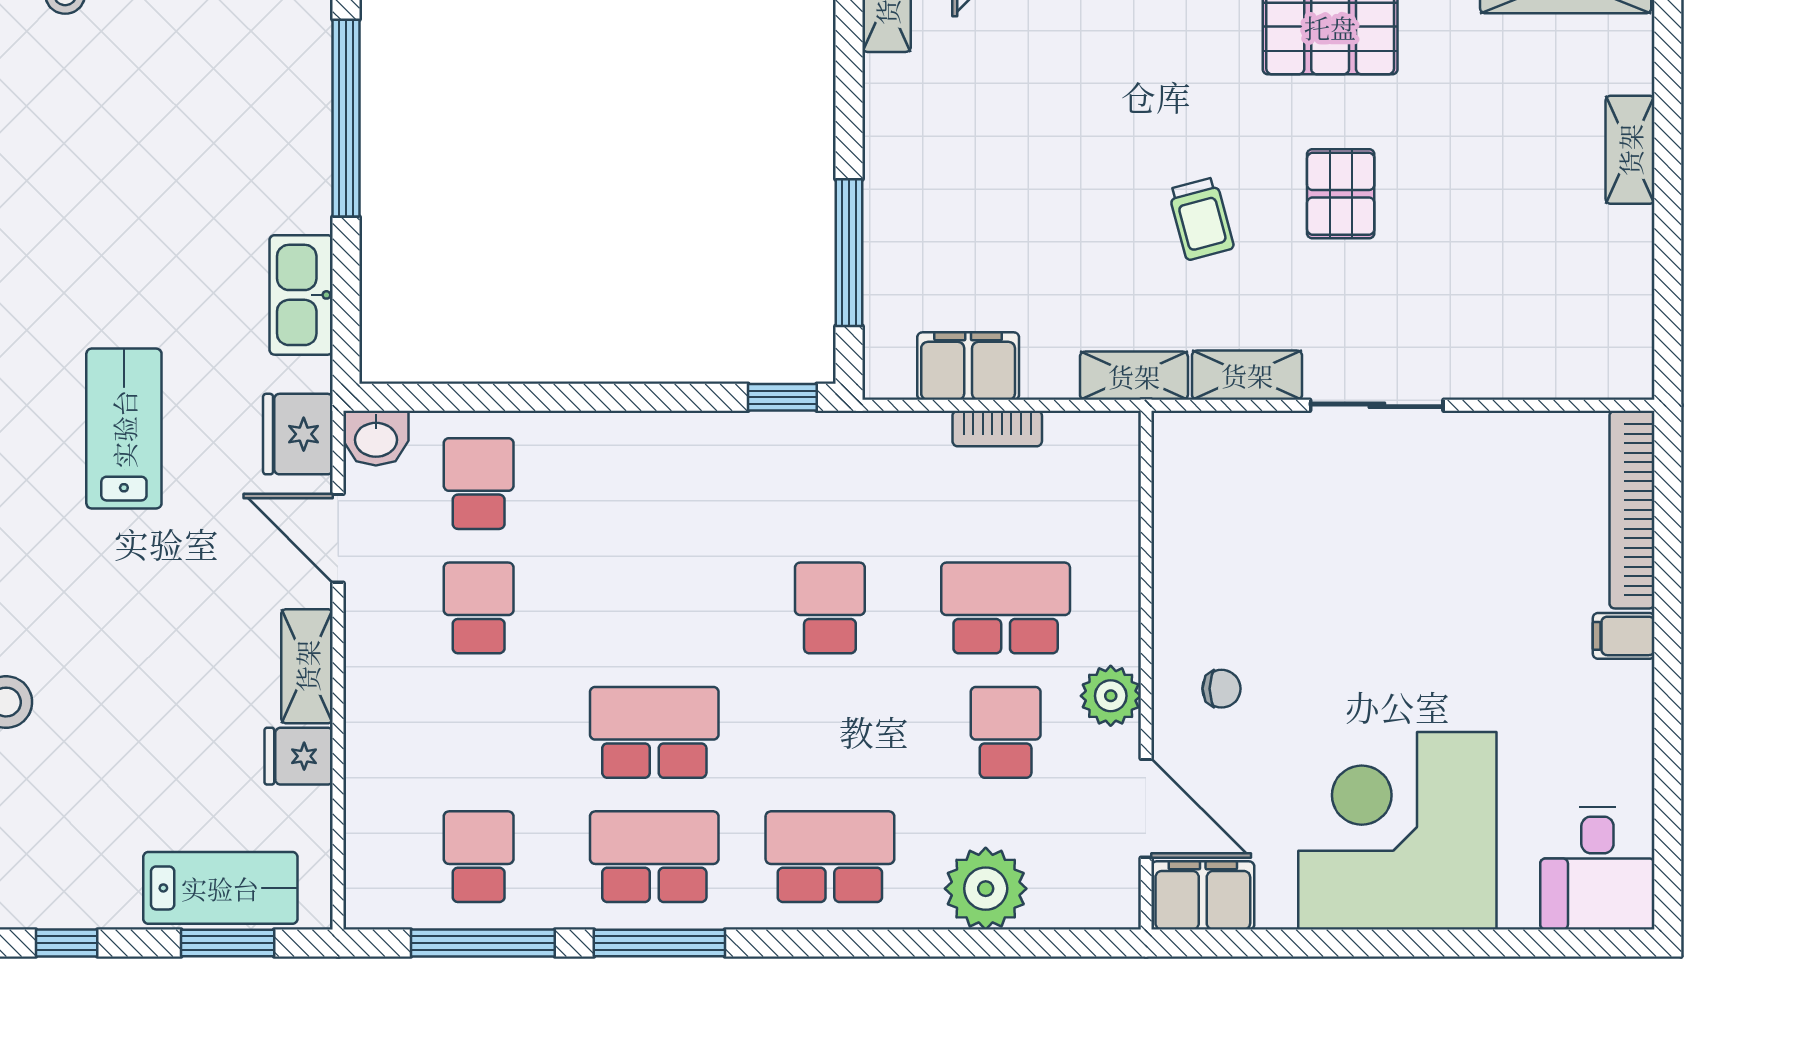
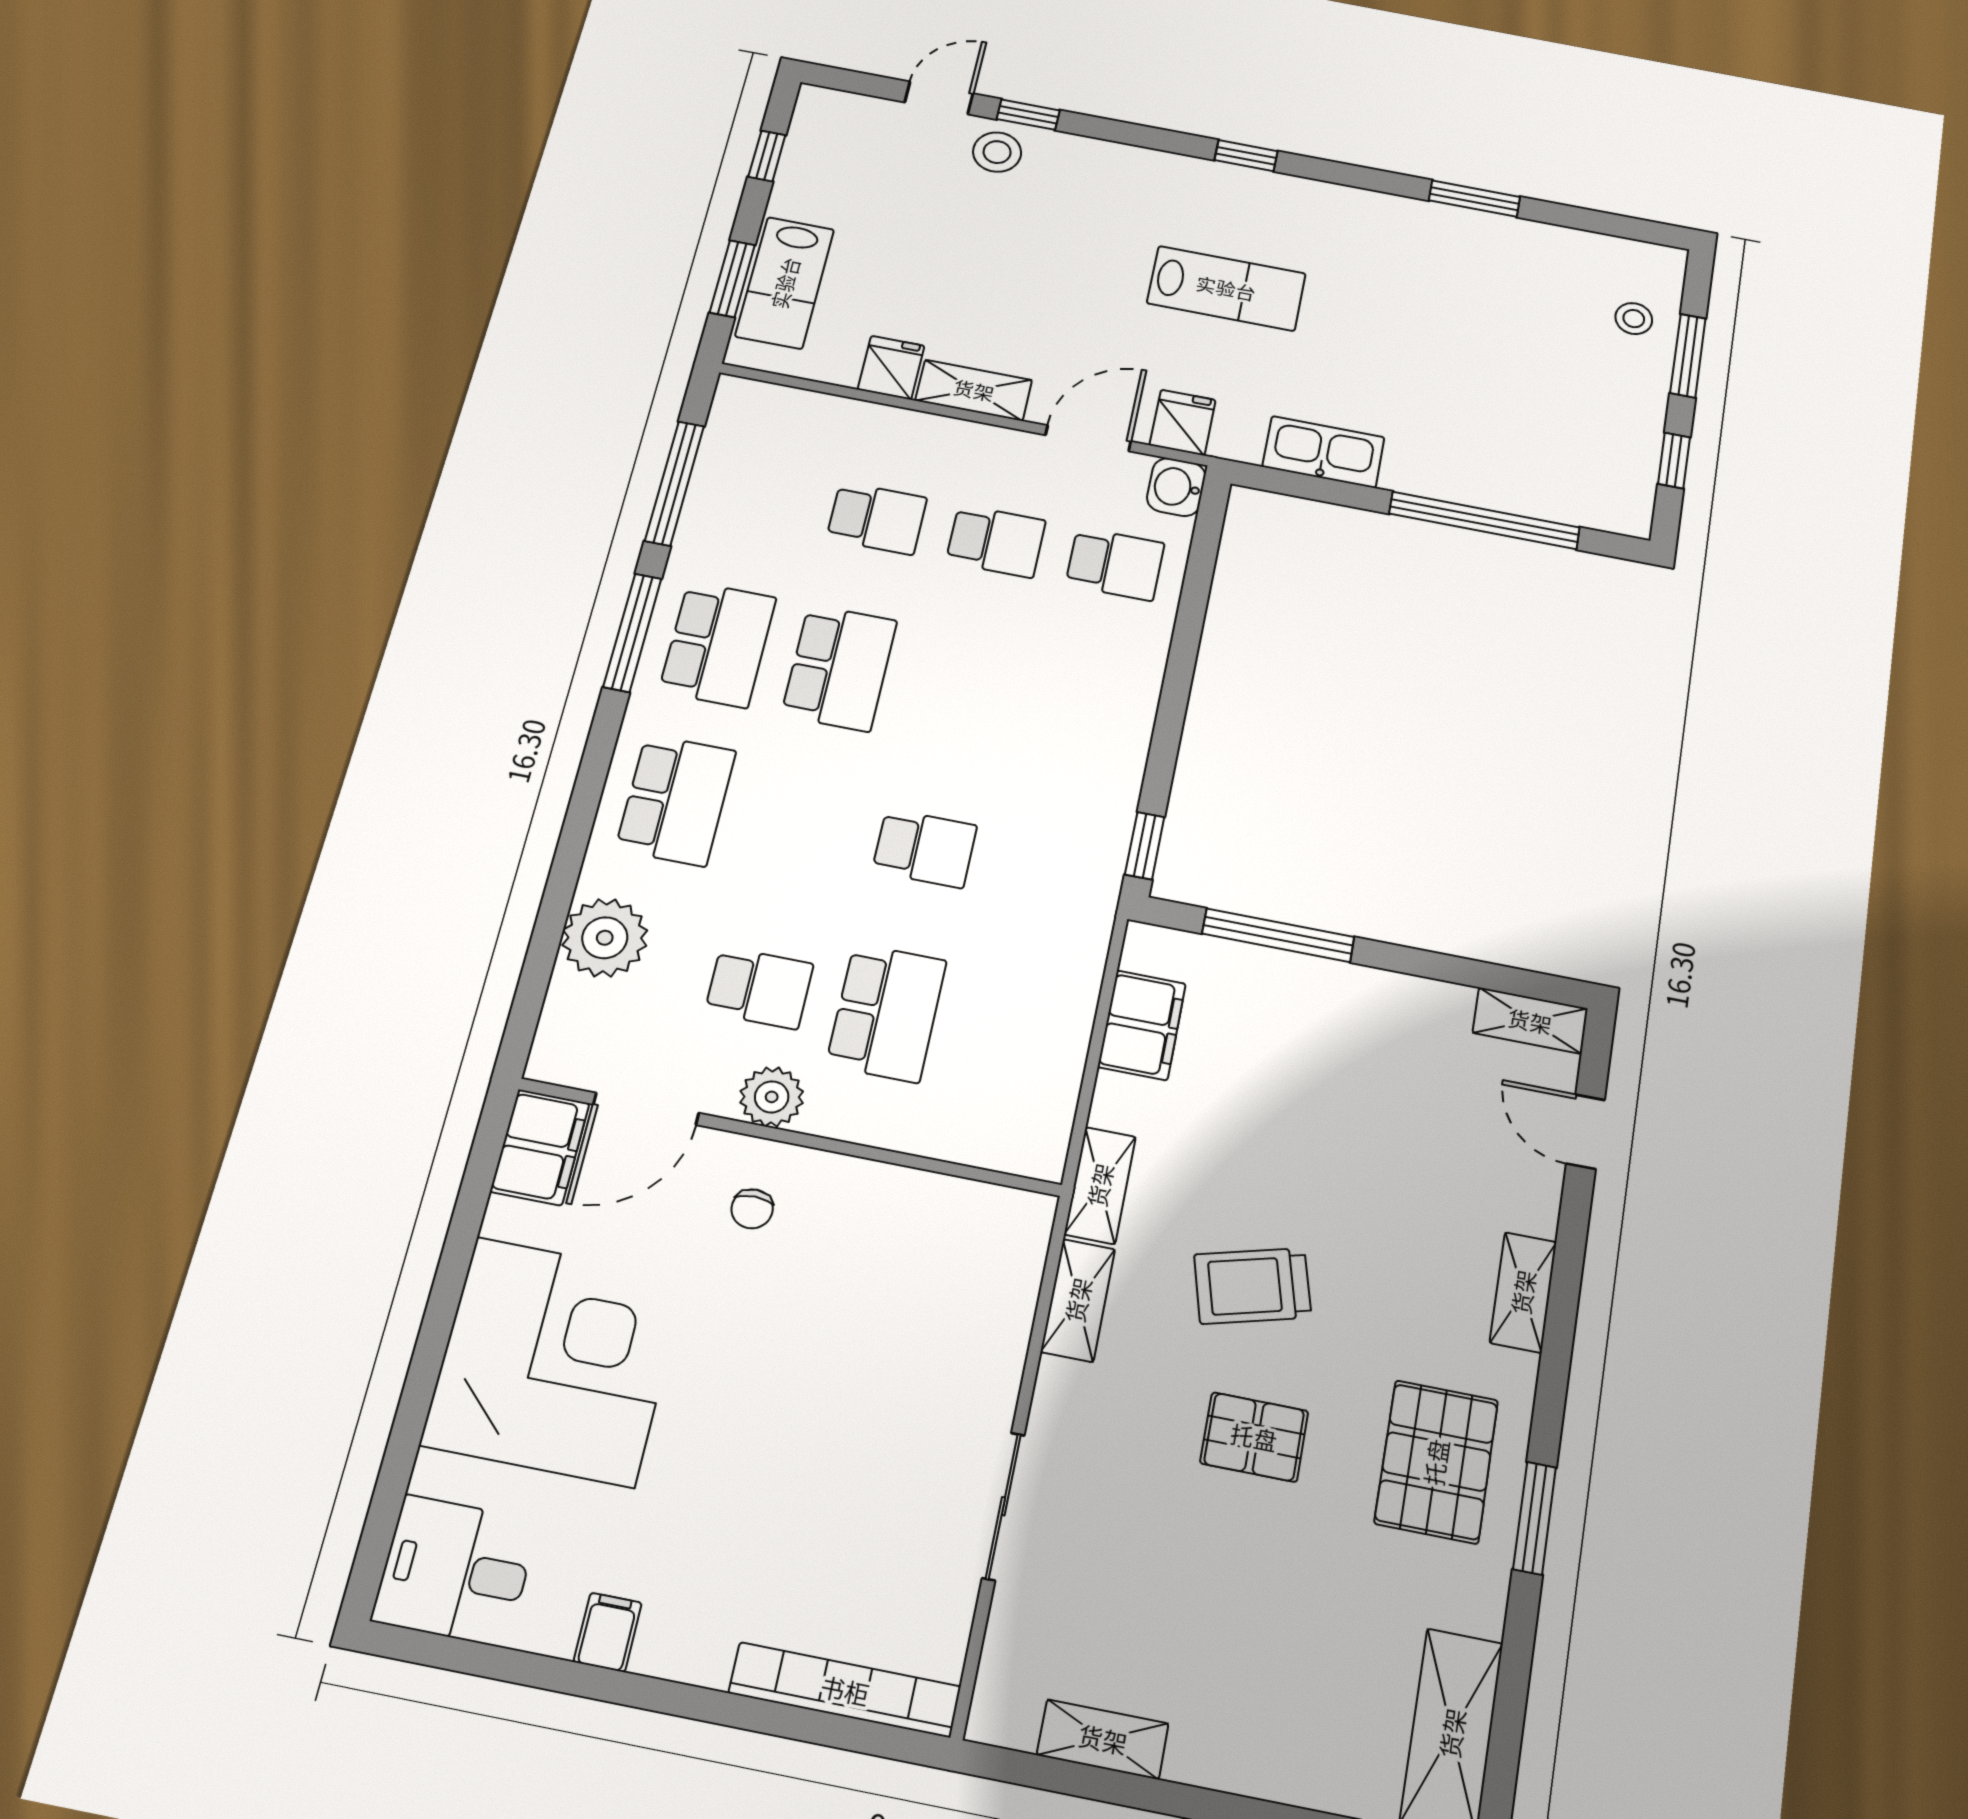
shelving: (1630, 150) -> (1103, 1739), moved
trolley: (1201, 219) -> (1253, 1286), width x1.36, depth x1.39
sliding door: (1377, 405) -> (1003, 1506), moved
bookcase: (997, 428) -> (1072, 1041), removed
fridge: (298, 434) -> (1183, 422), width x0.72
filing cabinet: (1624, 636) -> (608, 1632), moved
school desk: (479, 857) -> (877, 518), moved

